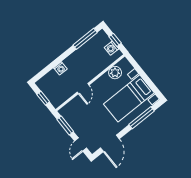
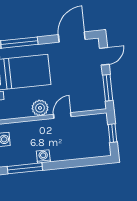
washing machine: (60, 68) -> (43, 157), moved
plant: (115, 73) -> (40, 108), moved

